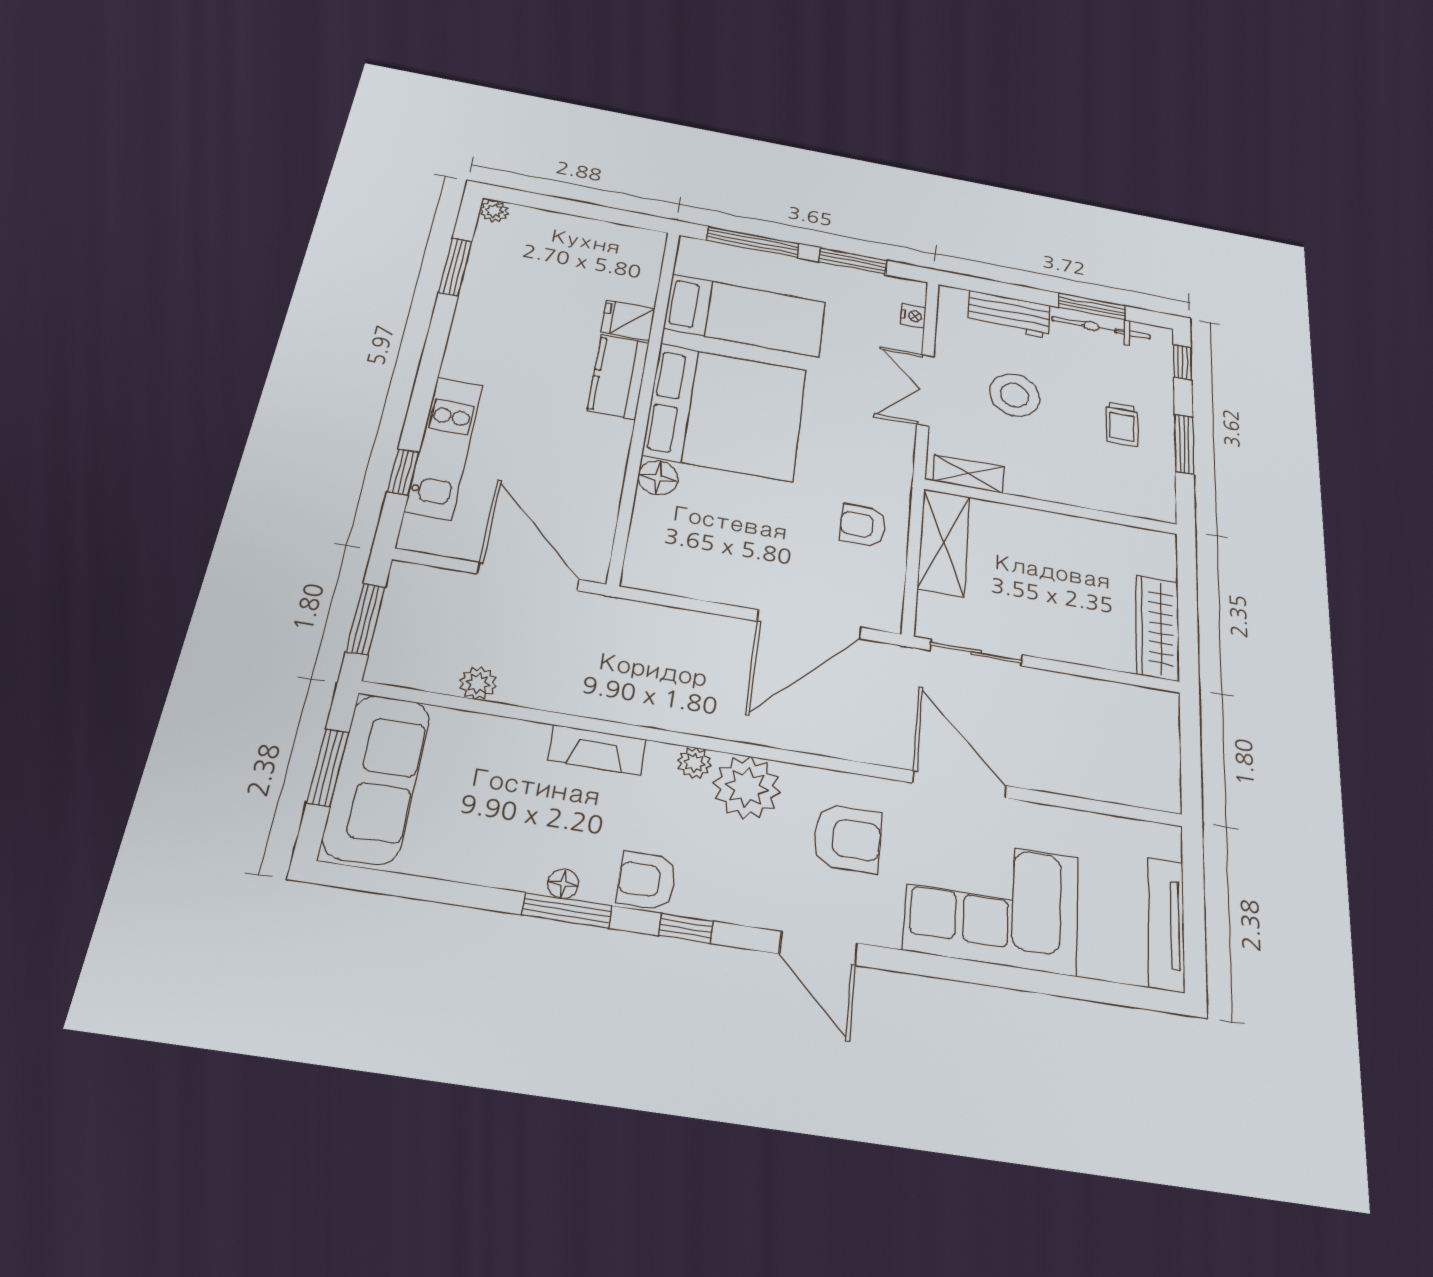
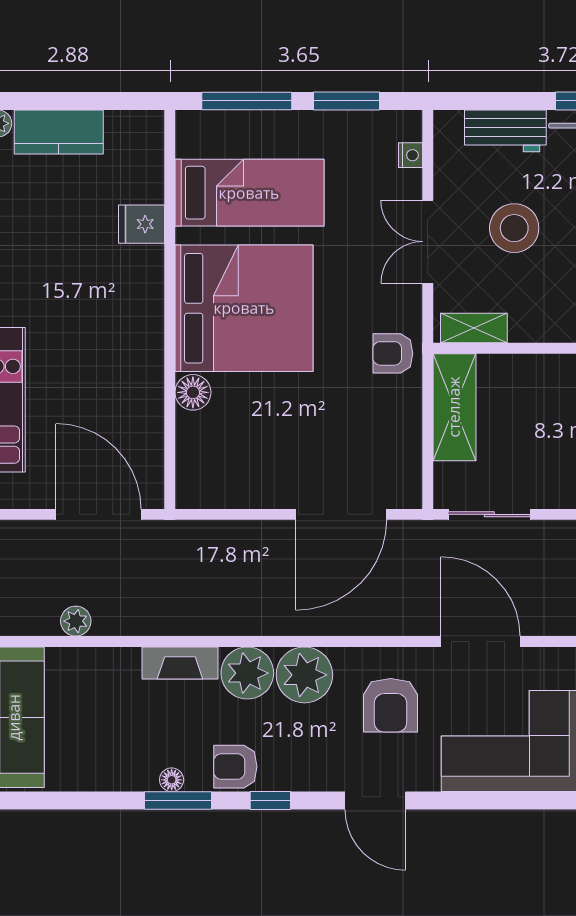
kitchen counter: (618, 377) -> (59, 132), moved, turned -90
armchair: (863, 525) -> (393, 353), moved
plant: (694, 763) -> (247, 673), width x1.87, depth x1.87
armchair: (847, 838) -> (391, 705), turned 90

